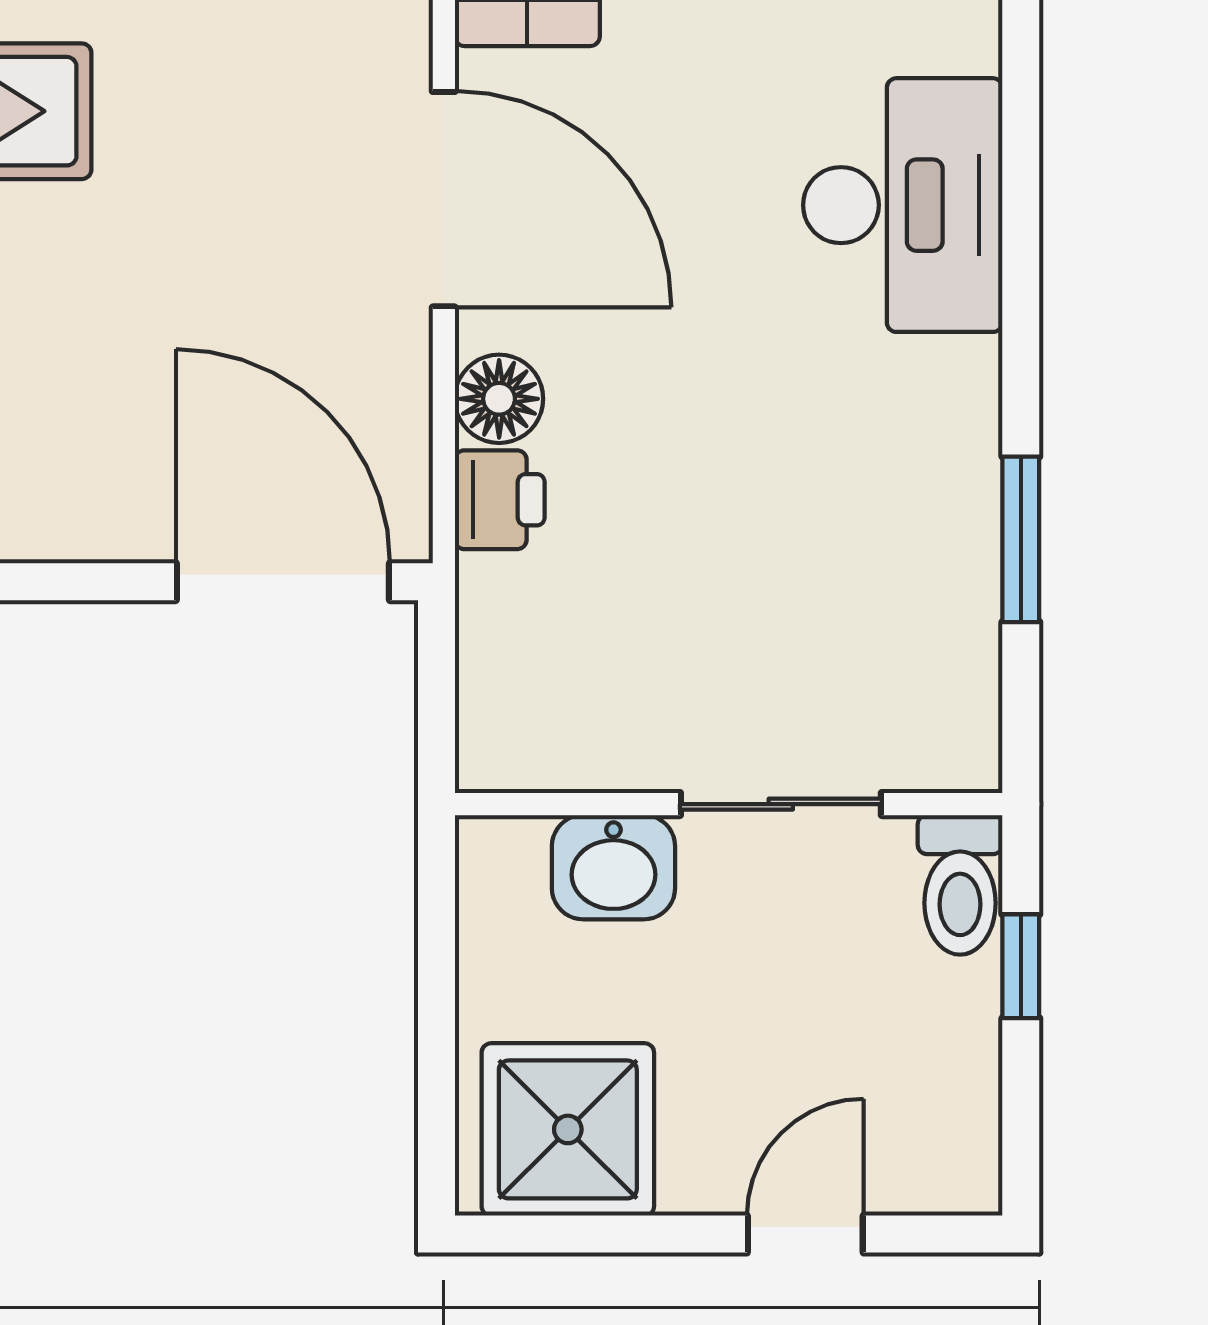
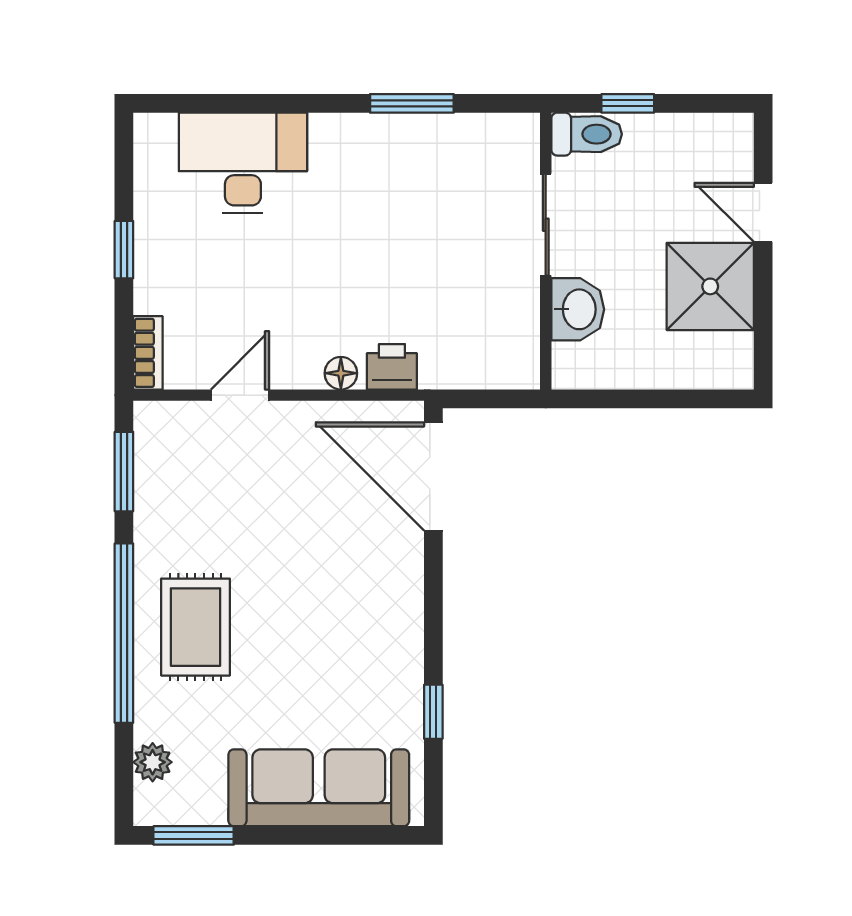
door: (444, 199) -> (240, 395), width x0.53
floor lamp: (499, 399) -> (341, 373), width x0.73, depth x0.73
door: (283, 582) -> (433, 476), hinge flipped
shower: (568, 1129) -> (710, 286), moved

